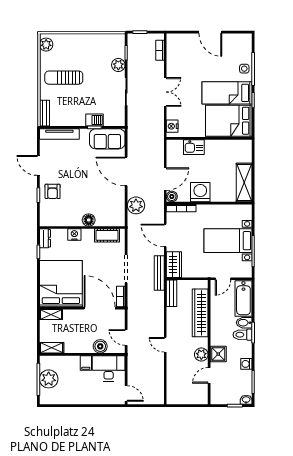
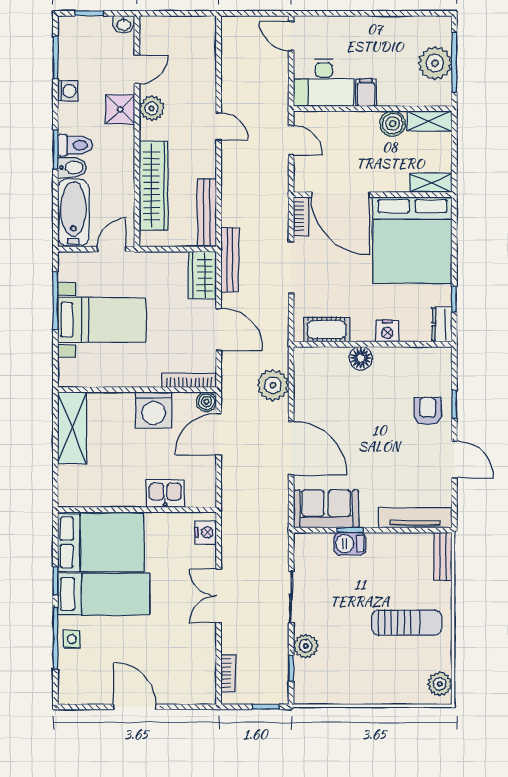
bench: (172, 293) -> (207, 213), width x1.36
boiler: (100, 346) -> (393, 124), moved
washbasin: (246, 400) -> (124, 24), moved

